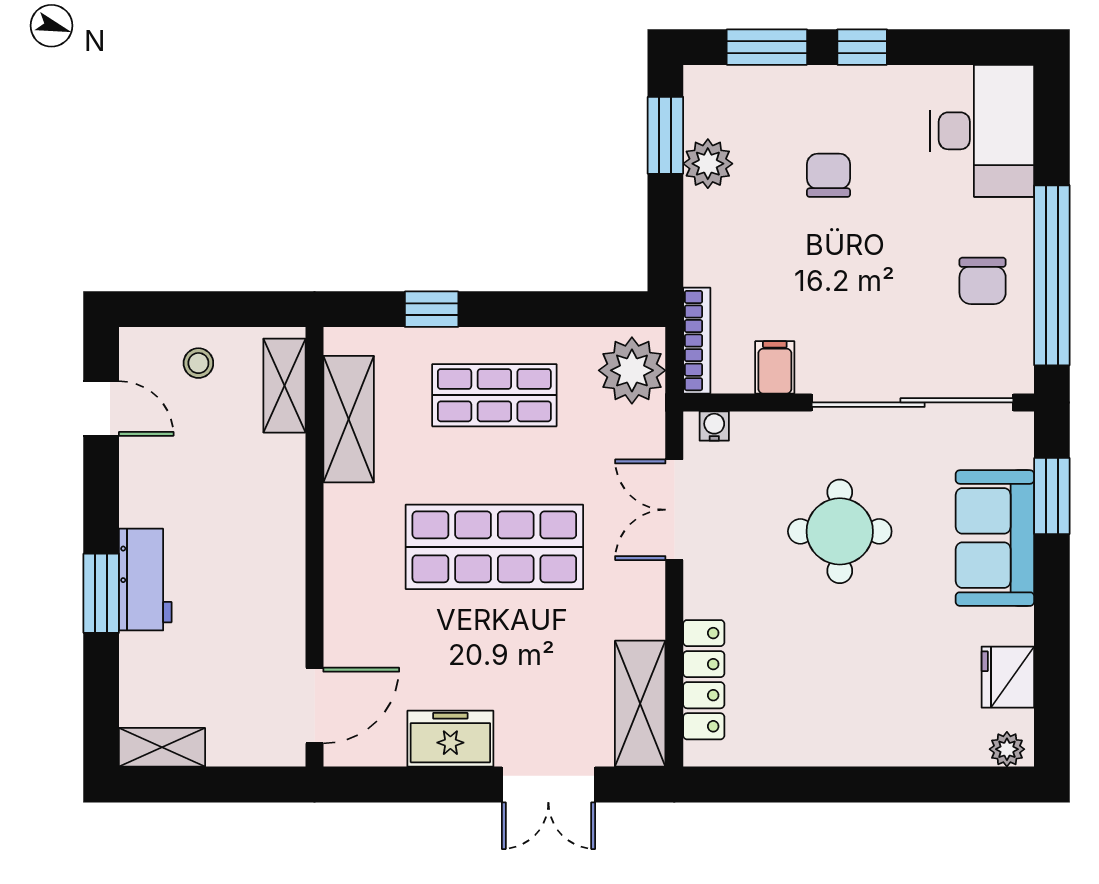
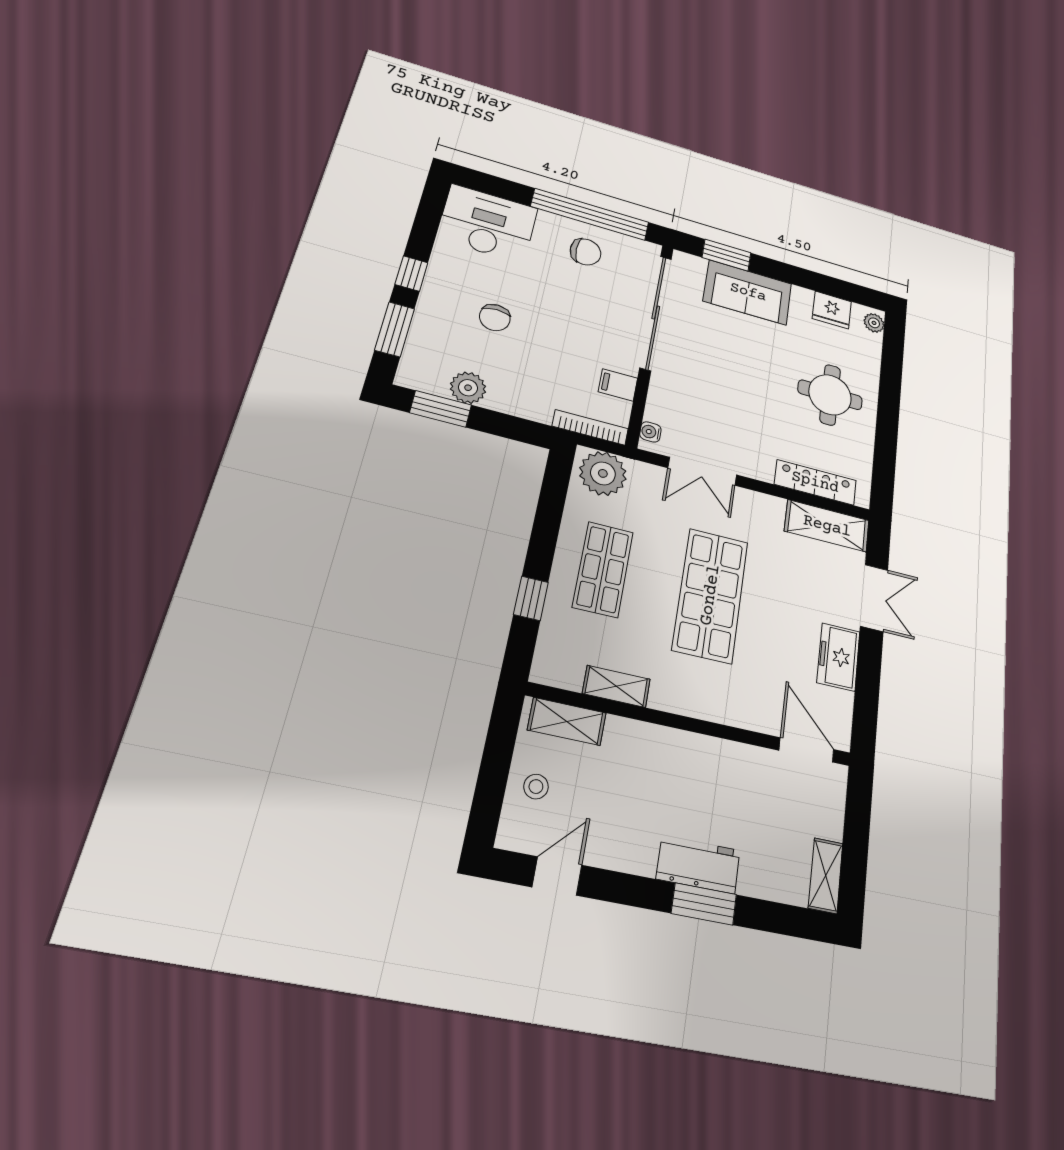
chair: (829, 175) -> (495, 318), turned -90
shelving: (349, 419) -> (616, 686), width x0.67, depth x0.75
round table: (840, 531) -> (830, 395), moved

